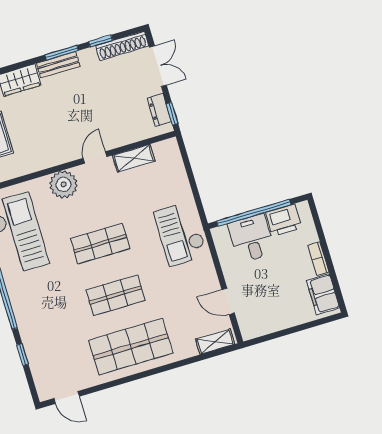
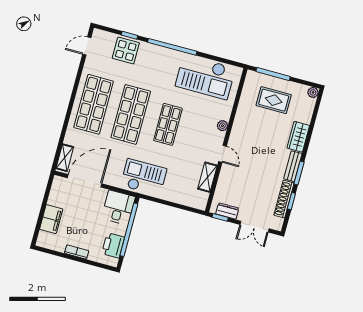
shoe rack: (122, 46) -> (284, 199), moved
plant: (64, 184) -> (222, 126), width x0.53, depth x0.53
desk: (251, 238) -> (118, 207), moved, turned -90
filing cabinet: (323, 294) -> (51, 219), moved, turned 90
shop shelf: (115, 295) -> (131, 114), width x1.43, depth x1.36
door: (228, 301) -> (85, 181), width x1.88
display table: (43, 348) -> (126, 50), added

